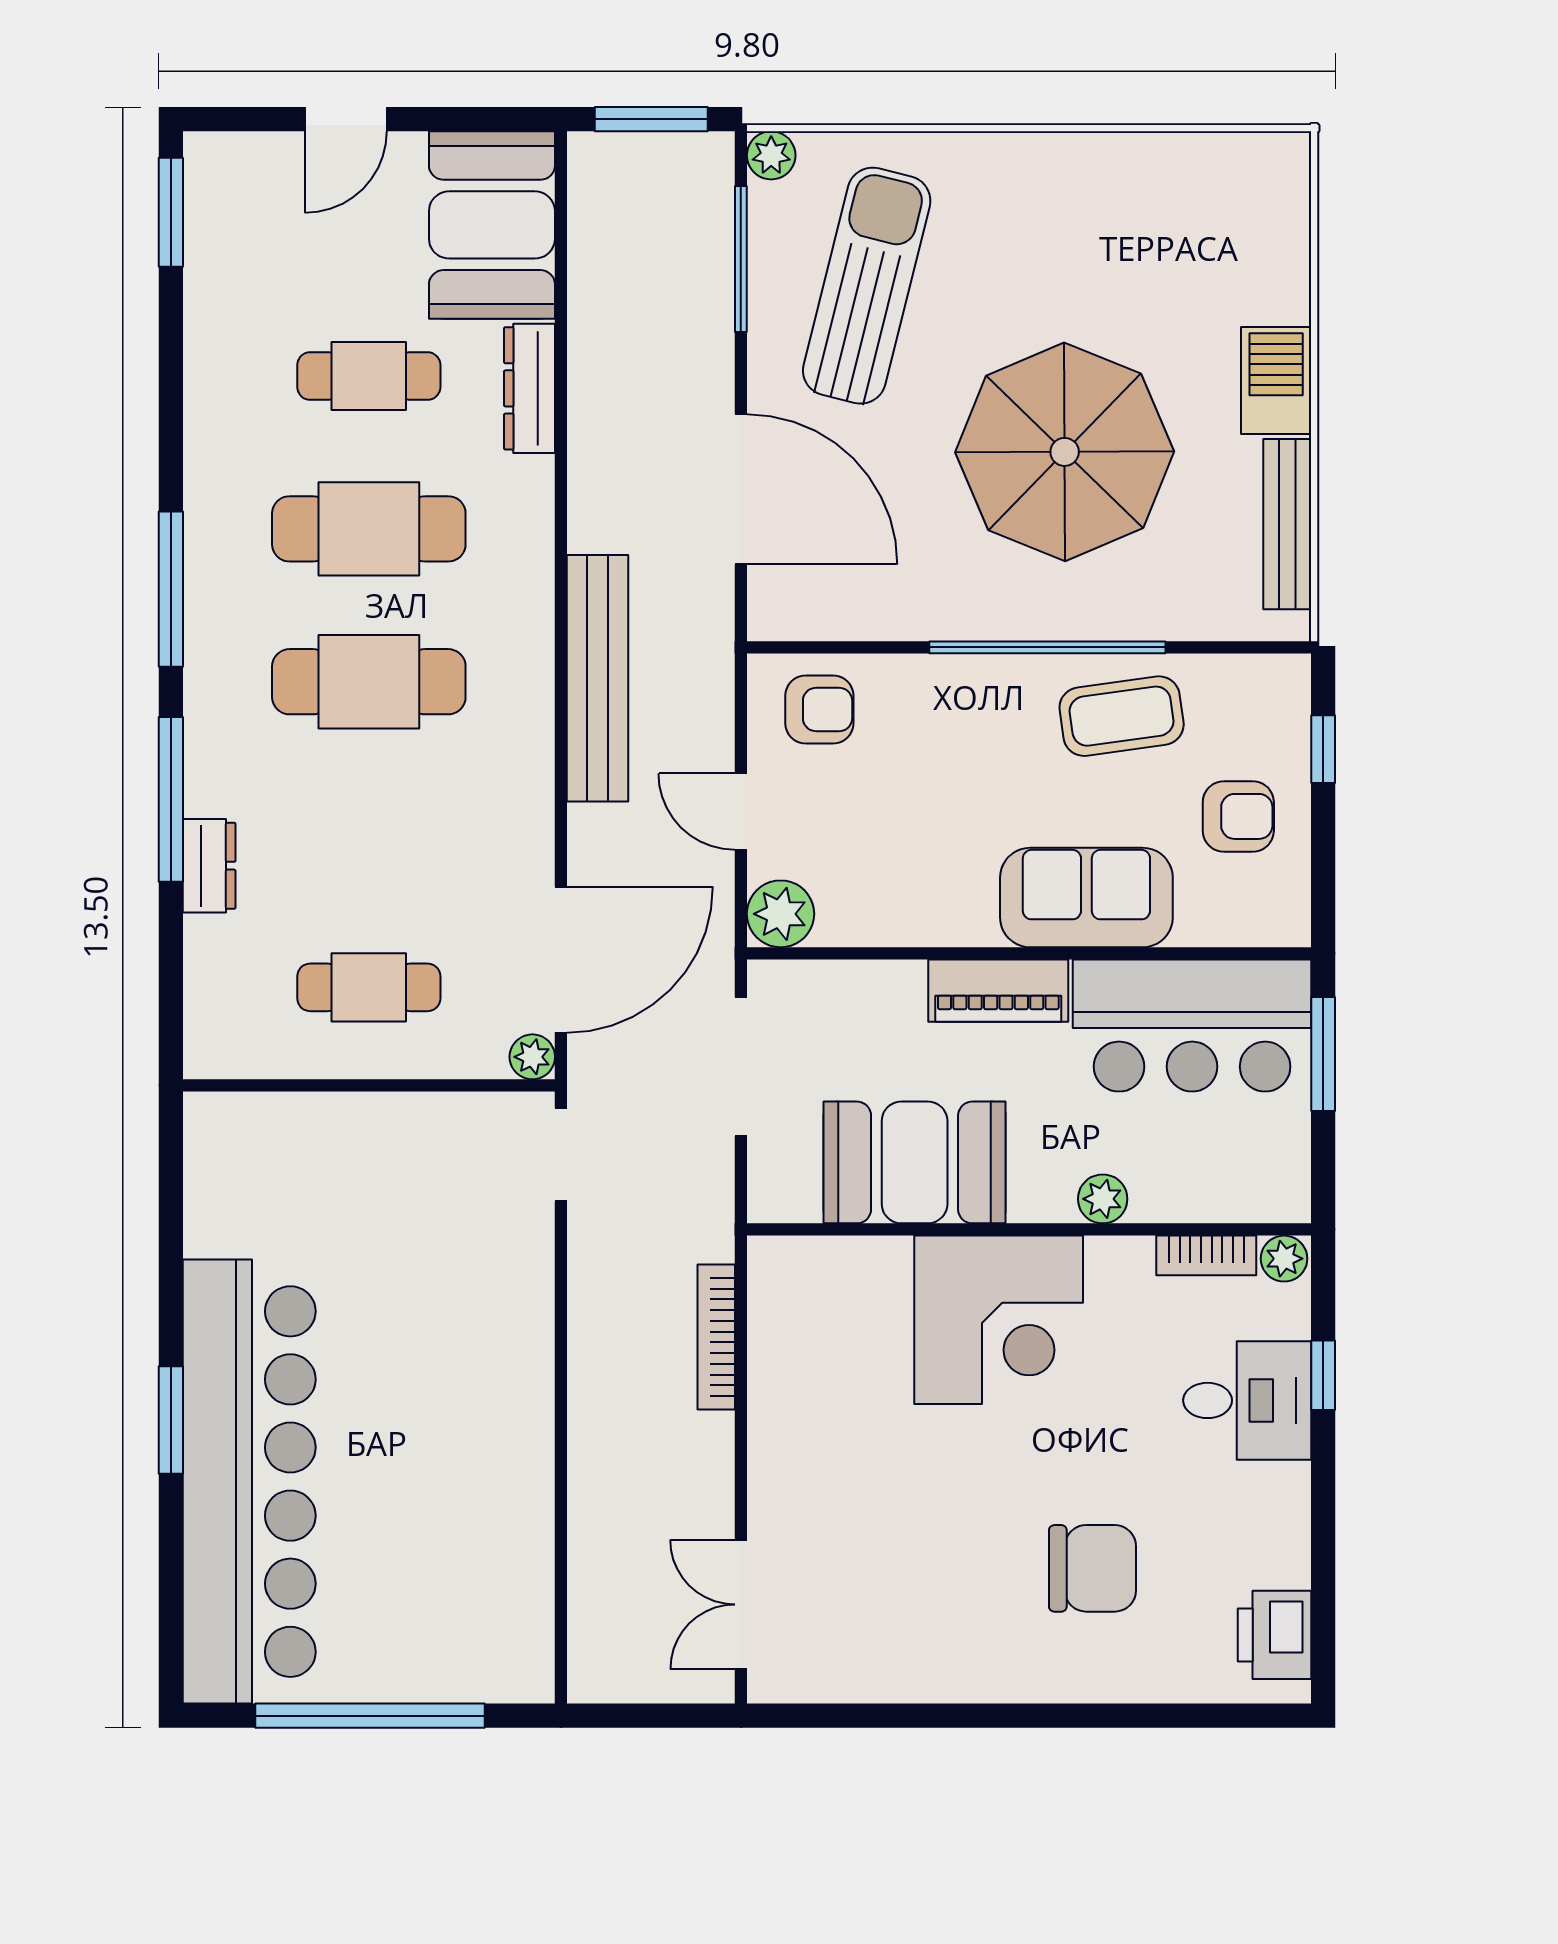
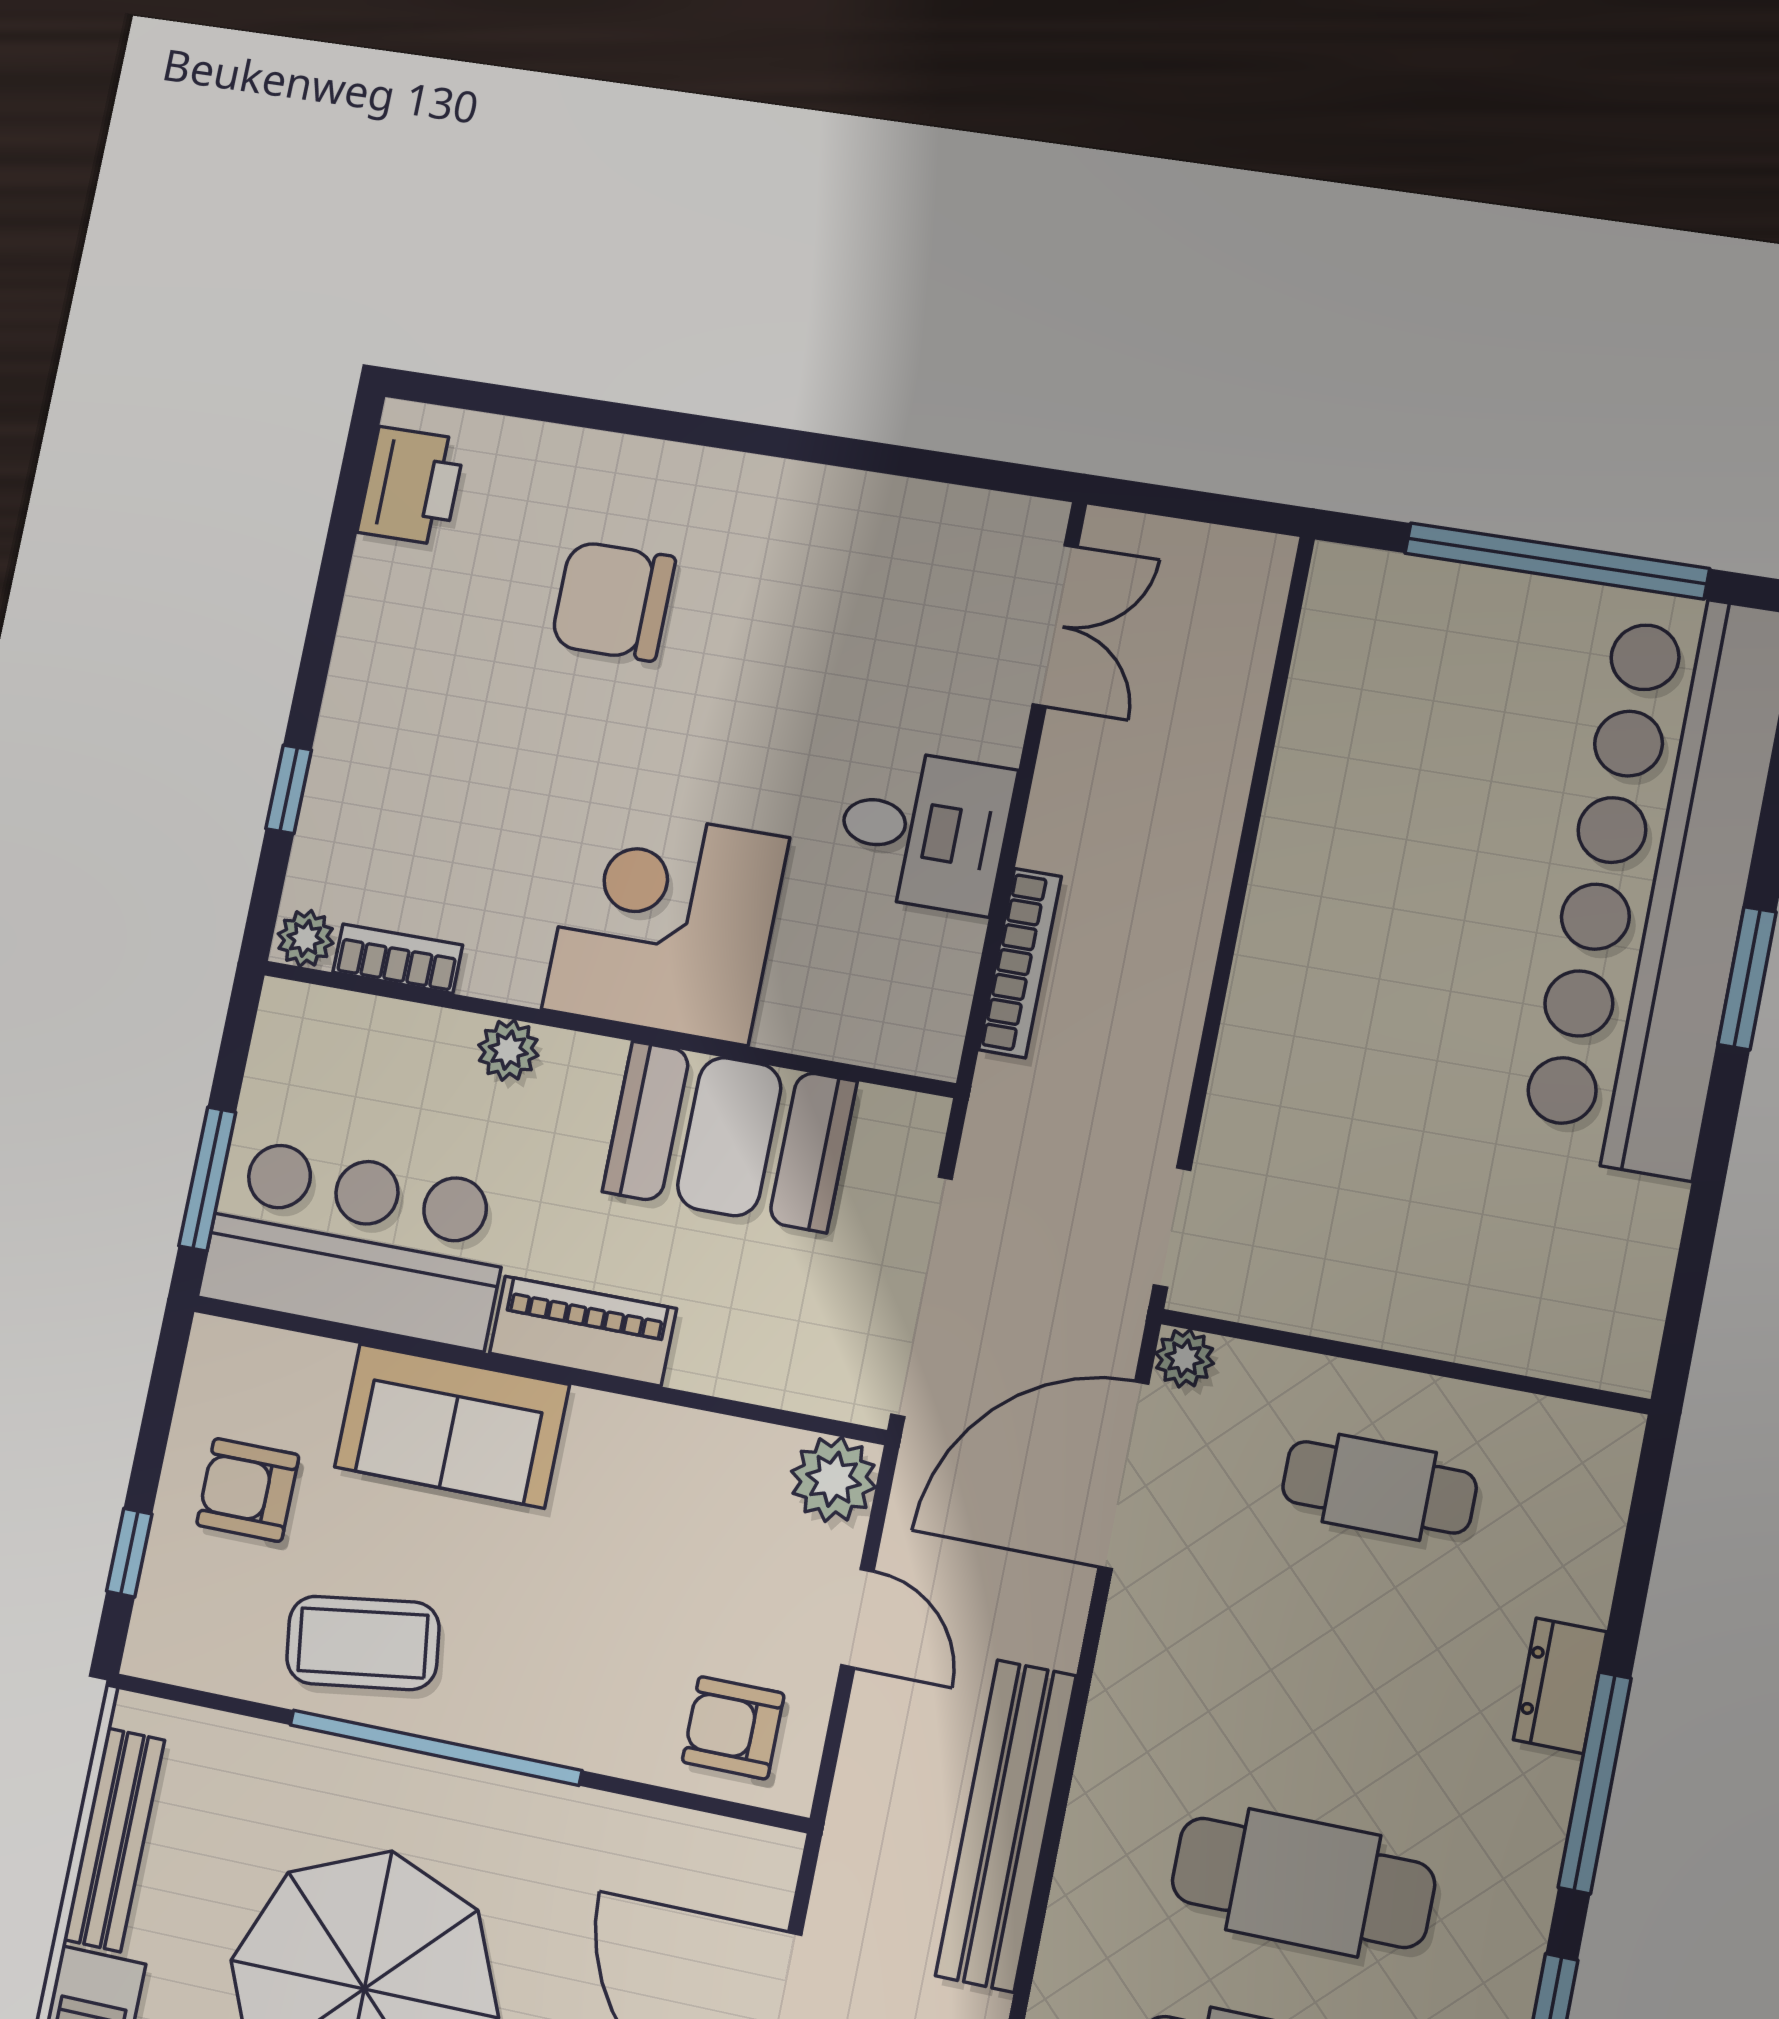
doorway: (741, 1066) -> (922, 1296), width x1.36
desk: (1247, 1400) -> (924, 830), moved, turned 180

